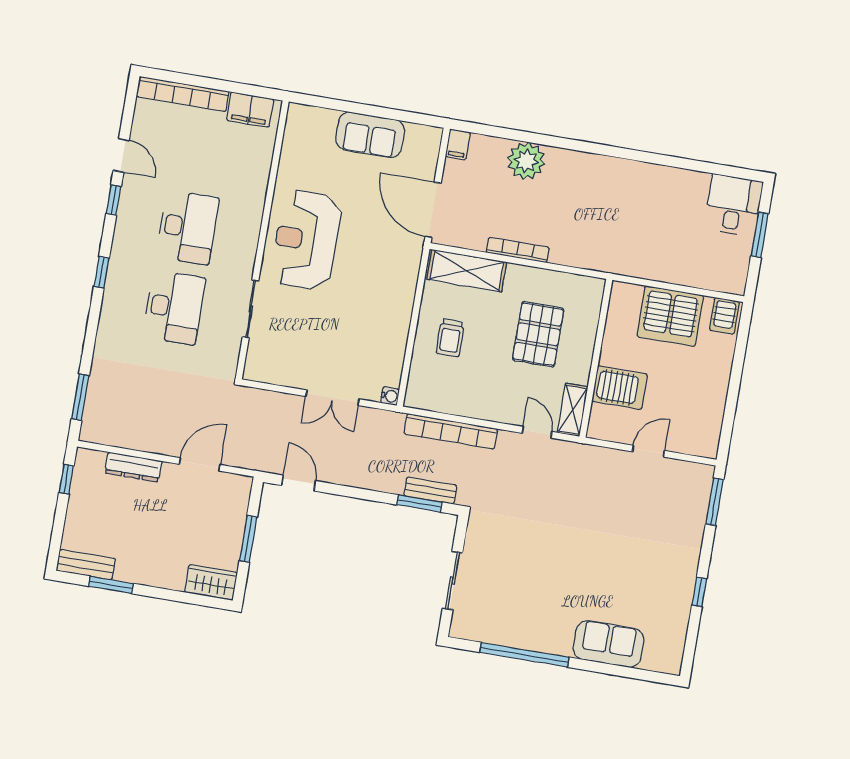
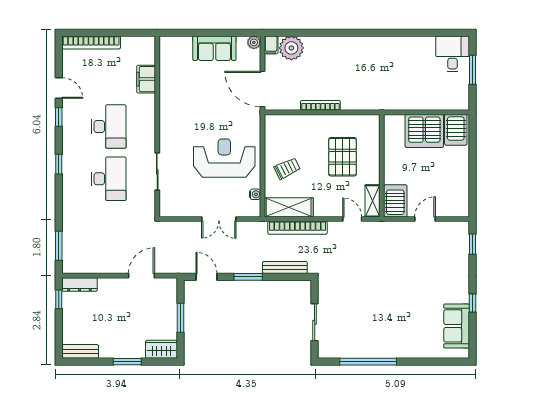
filing cabinet: (250, 110) -> (146, 79), moved, turned 90
plant: (432, 136) -> (254, 42), added
plant: (526, 161) -> (291, 48), moved
reception desk: (306, 240) -> (224, 158), moved, turned 90
shelving: (467, 271) -> (289, 207), moved
server rack: (724, 316) -> (456, 130), width x1.36, depth x1.44
trolley: (450, 338) -> (287, 168), turned -116
server rack: (620, 388) -> (395, 201), moved, turned -90
water cooler: (390, 396) -> (255, 194), moved
dresser: (133, 467) -> (79, 284), moved
bench: (430, 491) -> (285, 268), width x1.36
window: (715, 502) -> (472, 244), width x0.67
window: (419, 504) -> (248, 277), moved
window: (111, 585) -> (127, 362), moved
sofa: (609, 644) -> (457, 326), moved, turned -90

